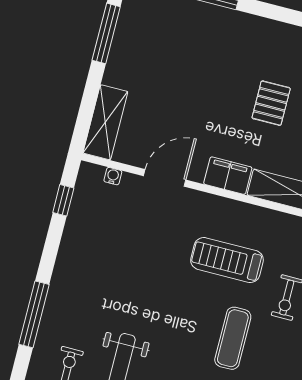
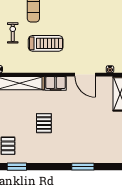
door: (165, 178) -> (85, 75), hinge flipped

